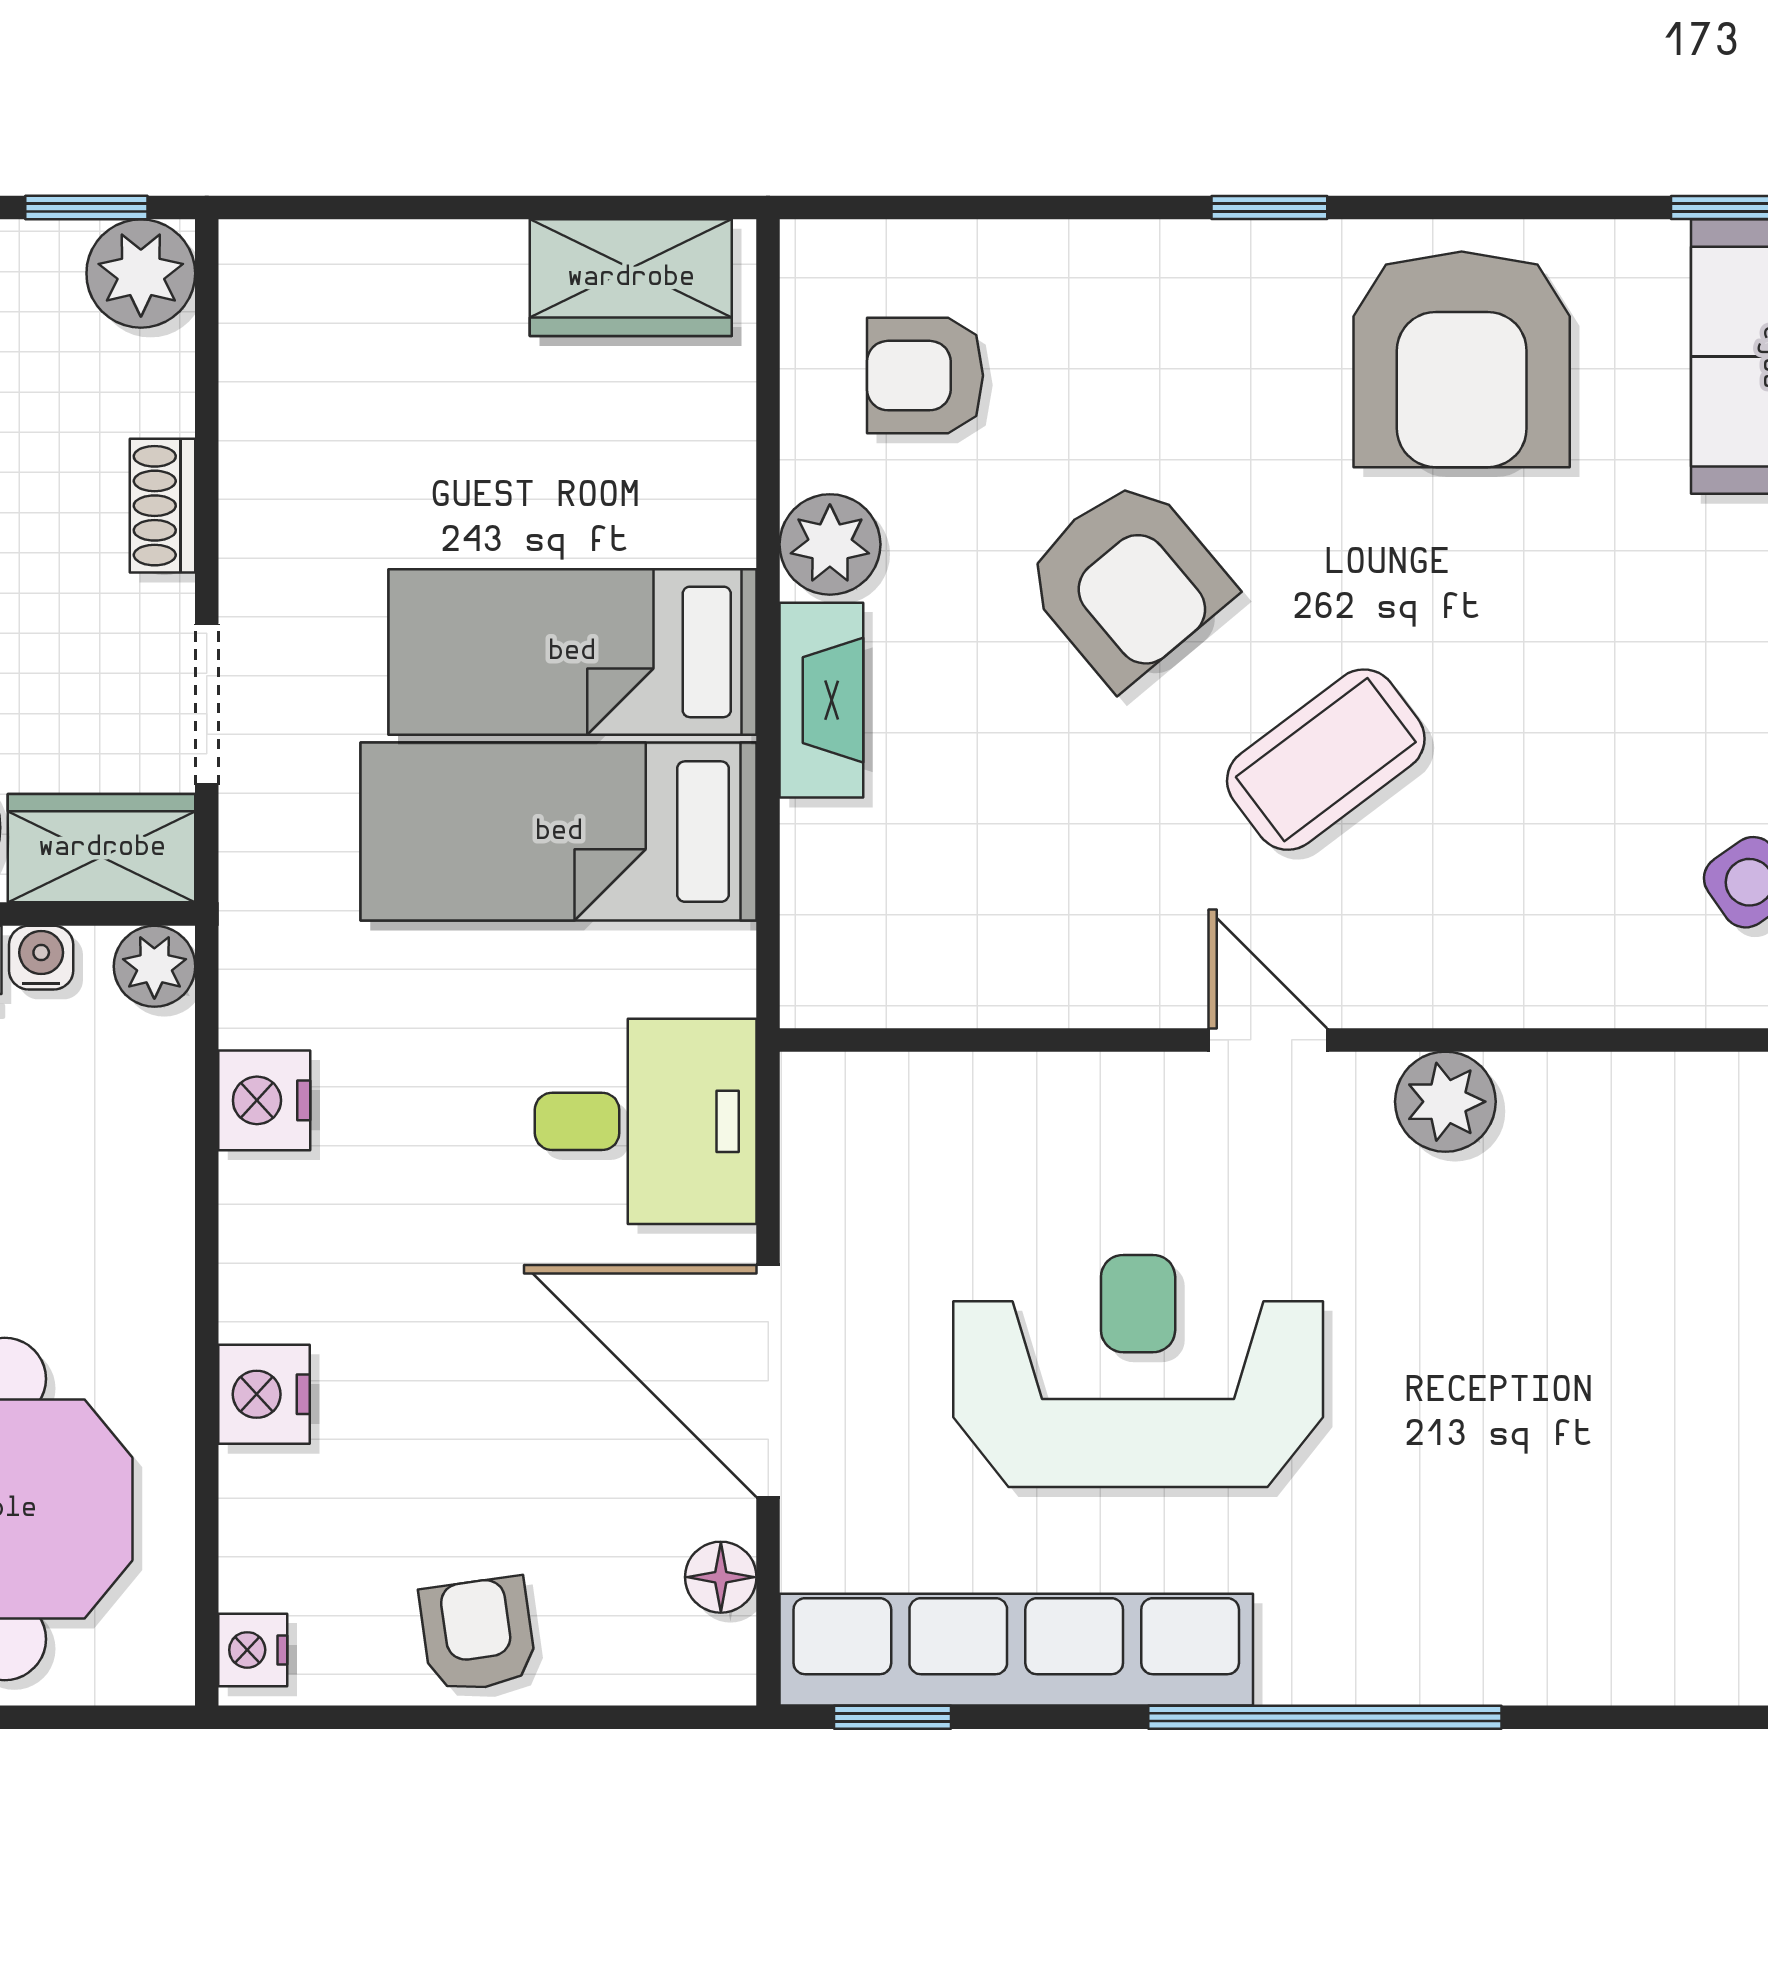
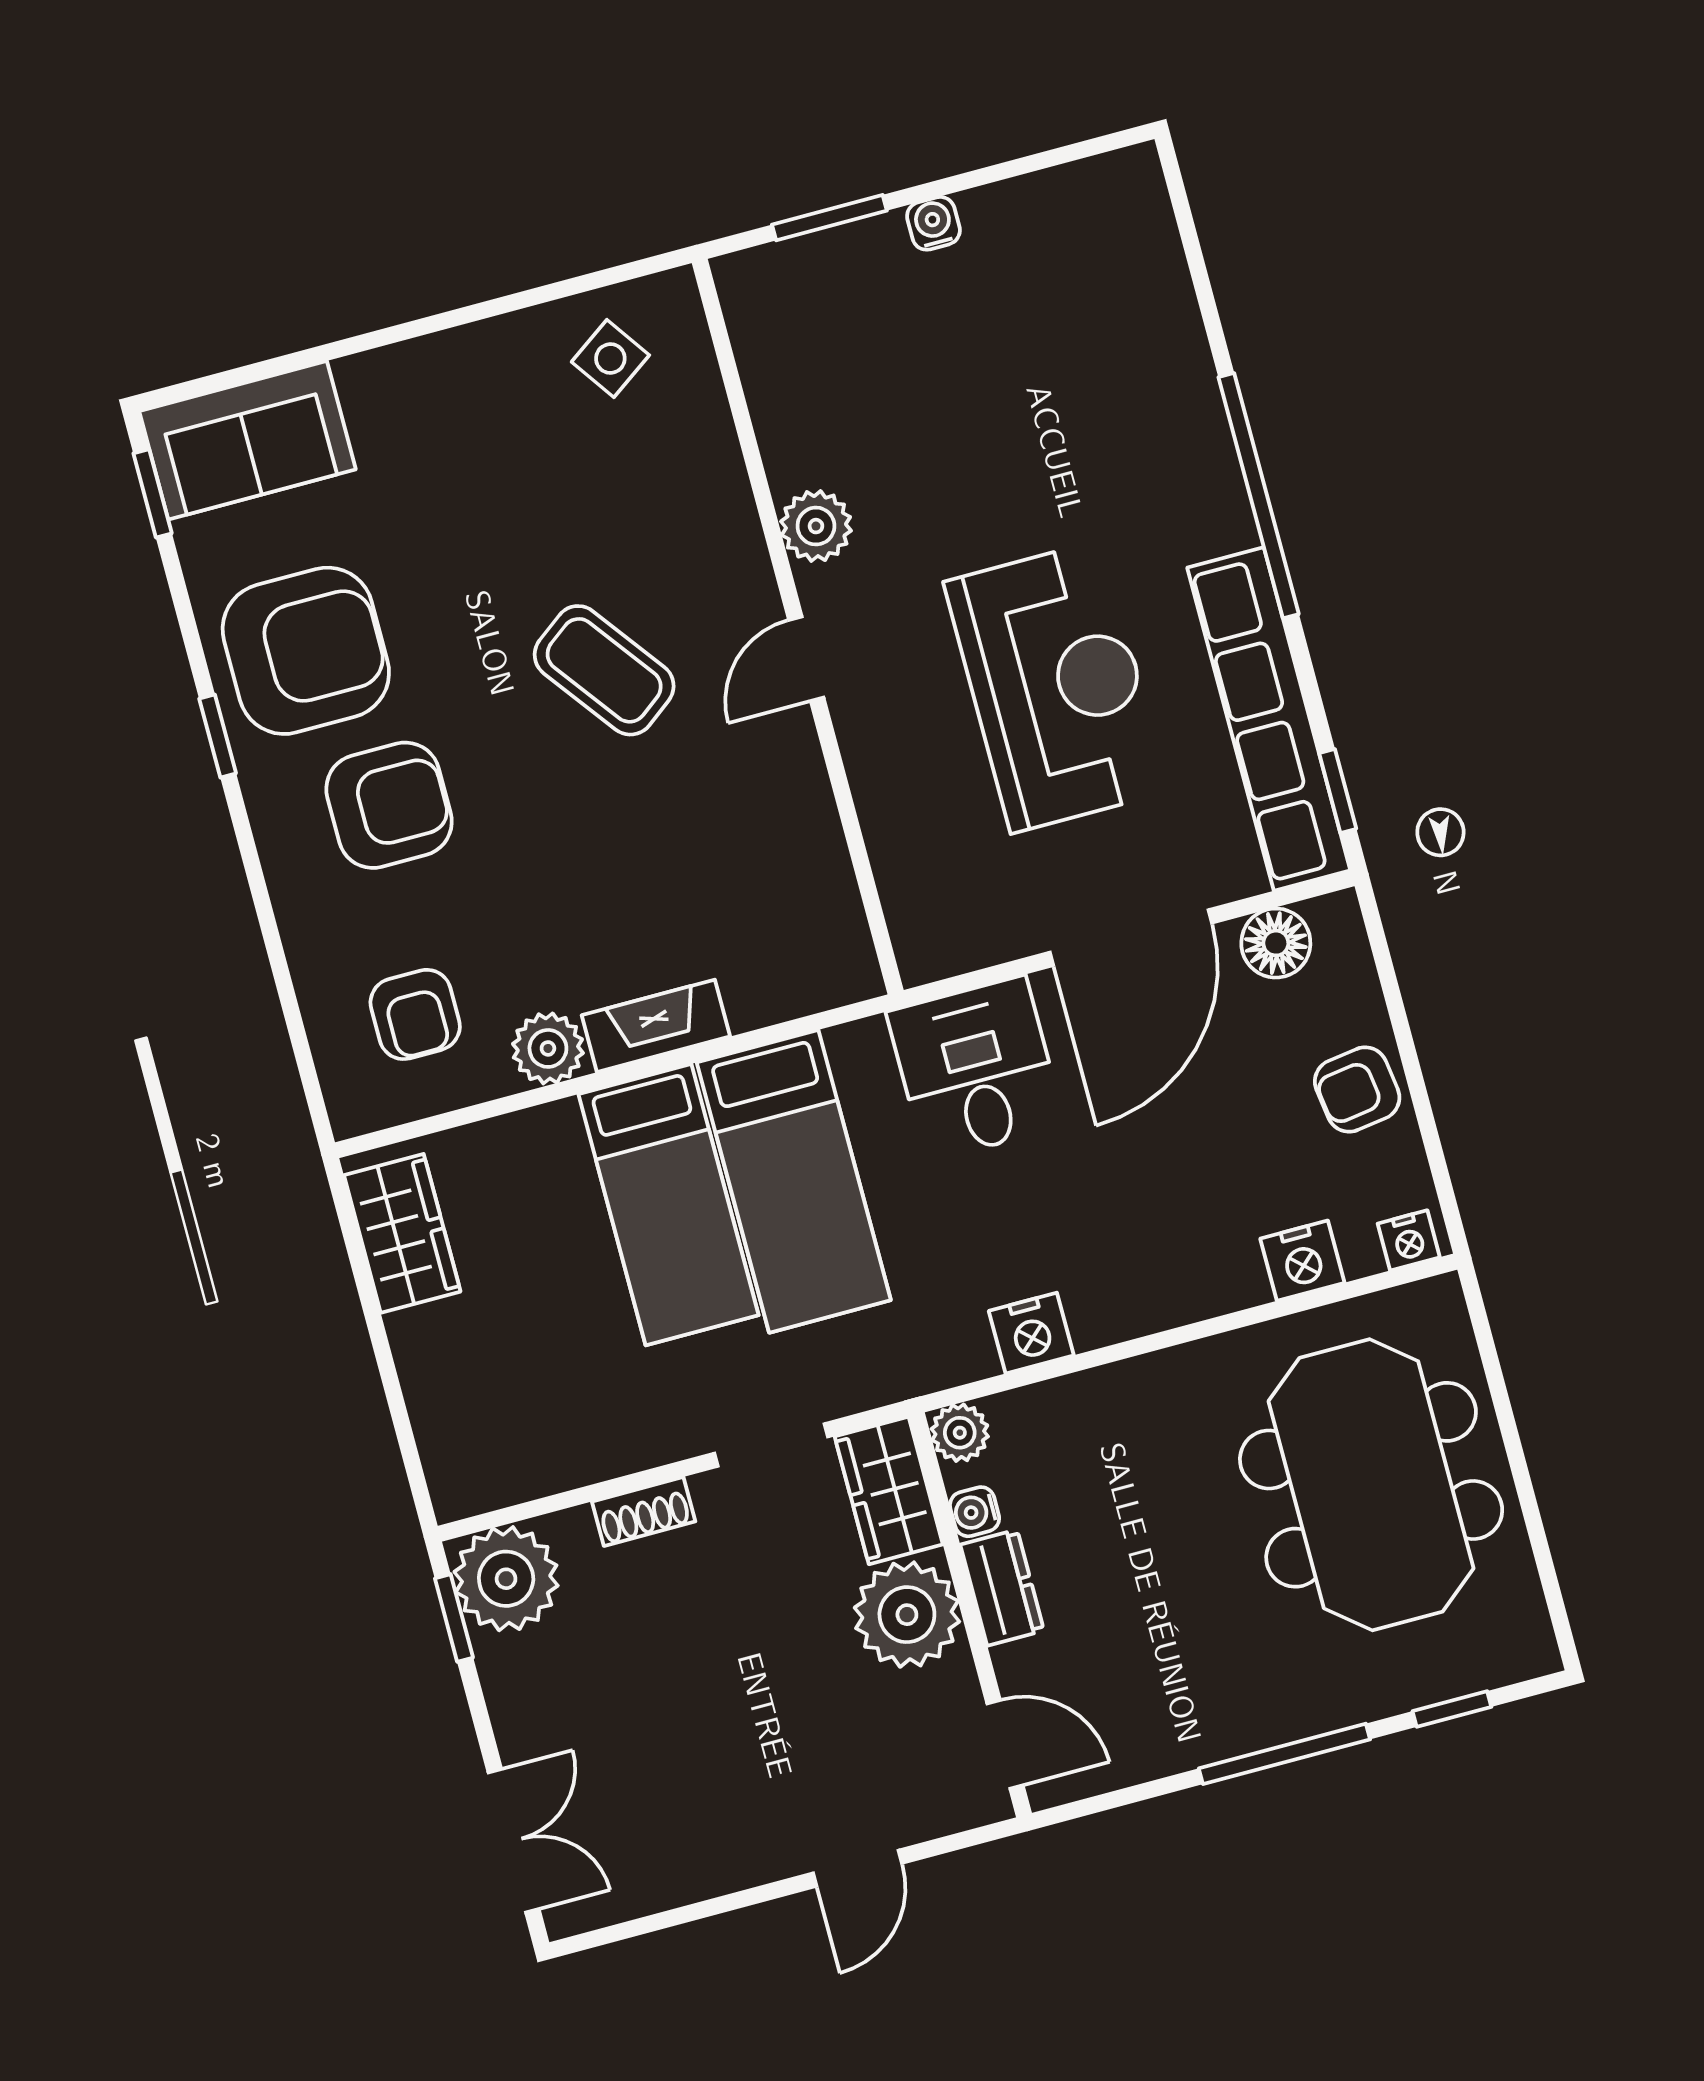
window: (1269, 208) -> (218, 736), moved
plant: (141, 273) -> (506, 1579), width x1.36, depth x1.36
armchair: (1127, 582) -> (389, 805), moved, turned 40
reception desk: (1138, 1371) -> (1056, 687), turned 180
nightstand: (264, 1394) -> (1302, 1261), moved
floor lamp: (721, 1577) -> (1276, 943), width x1.37, depth x1.37

